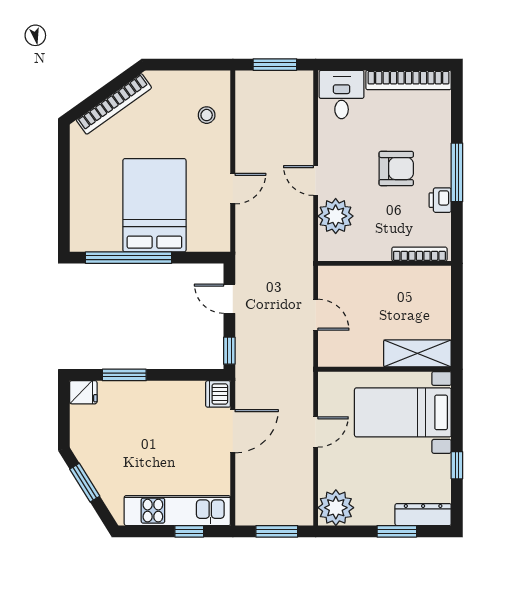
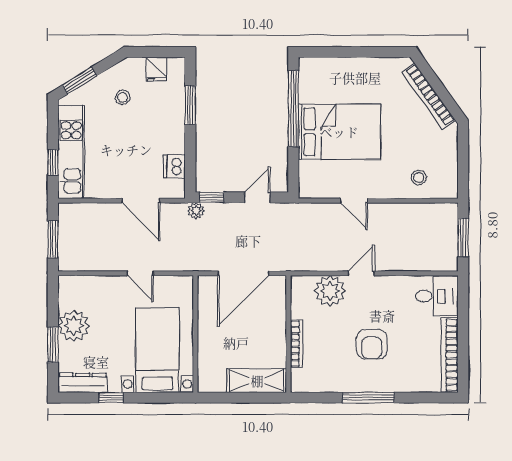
printer: (440, 200) -> (344, 383), removed
bookcase: (419, 254) -> (297, 344), moved
door: (316, 315) -> (243, 273), width x1.88
shelving: (417, 353) -> (257, 381), moved, turned 90
plant: (244, 368) -> (196, 211), added
fridge: (83, 392) -> (156, 69), moved
dishwasher: (218, 394) -> (174, 166), moved, turned -90
stool: (115, 452) -> (123, 97), added
window: (85, 483) -> (79, 81), moved
plant: (336, 508) -> (74, 326), moved
dresser: (423, 515) -> (83, 383), moved, turned -90

